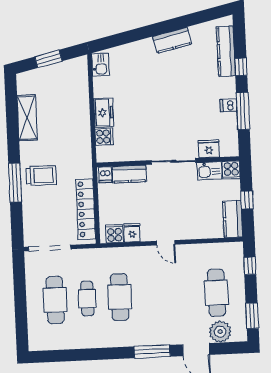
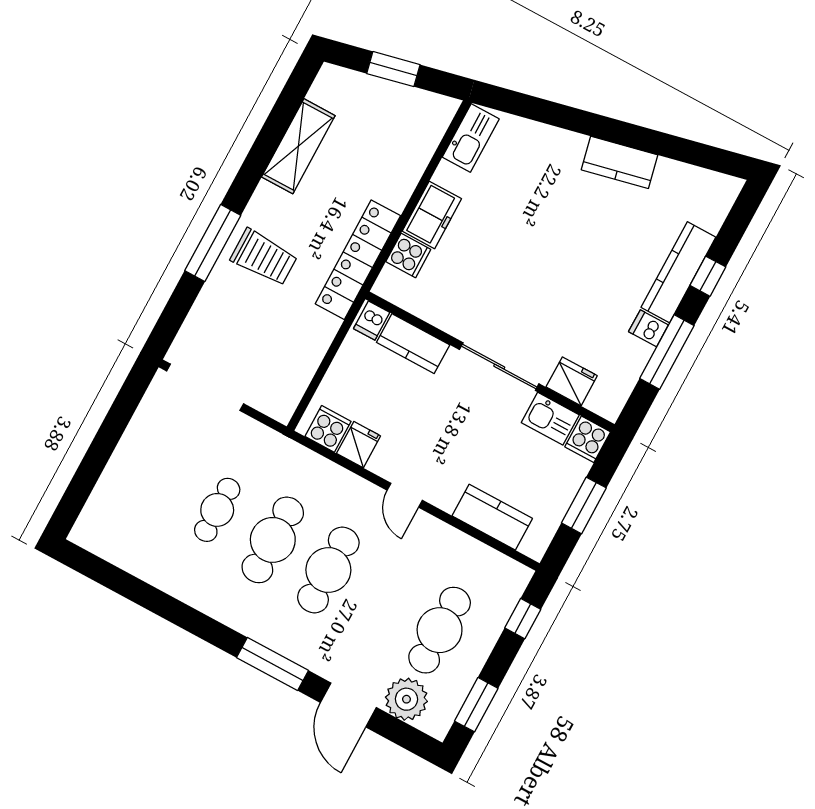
kitchen counter: (226, 51) -> (678, 272), moved
kitchen sink: (100, 64) -> (471, 138), width x1.38
window: (247, 200) -> (584, 505), width x1.50
locker: (86, 209) -> (358, 260), moved
kitchen counter: (233, 219) -> (492, 517), moved, turned 90
cafe table: (55, 300) -> (328, 570), moved

